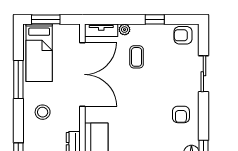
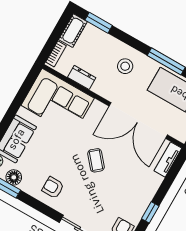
plant: (125, 30) -> (157, 181), removed
coffee table: (137, 57) -> (96, 160), moved, turned 50

